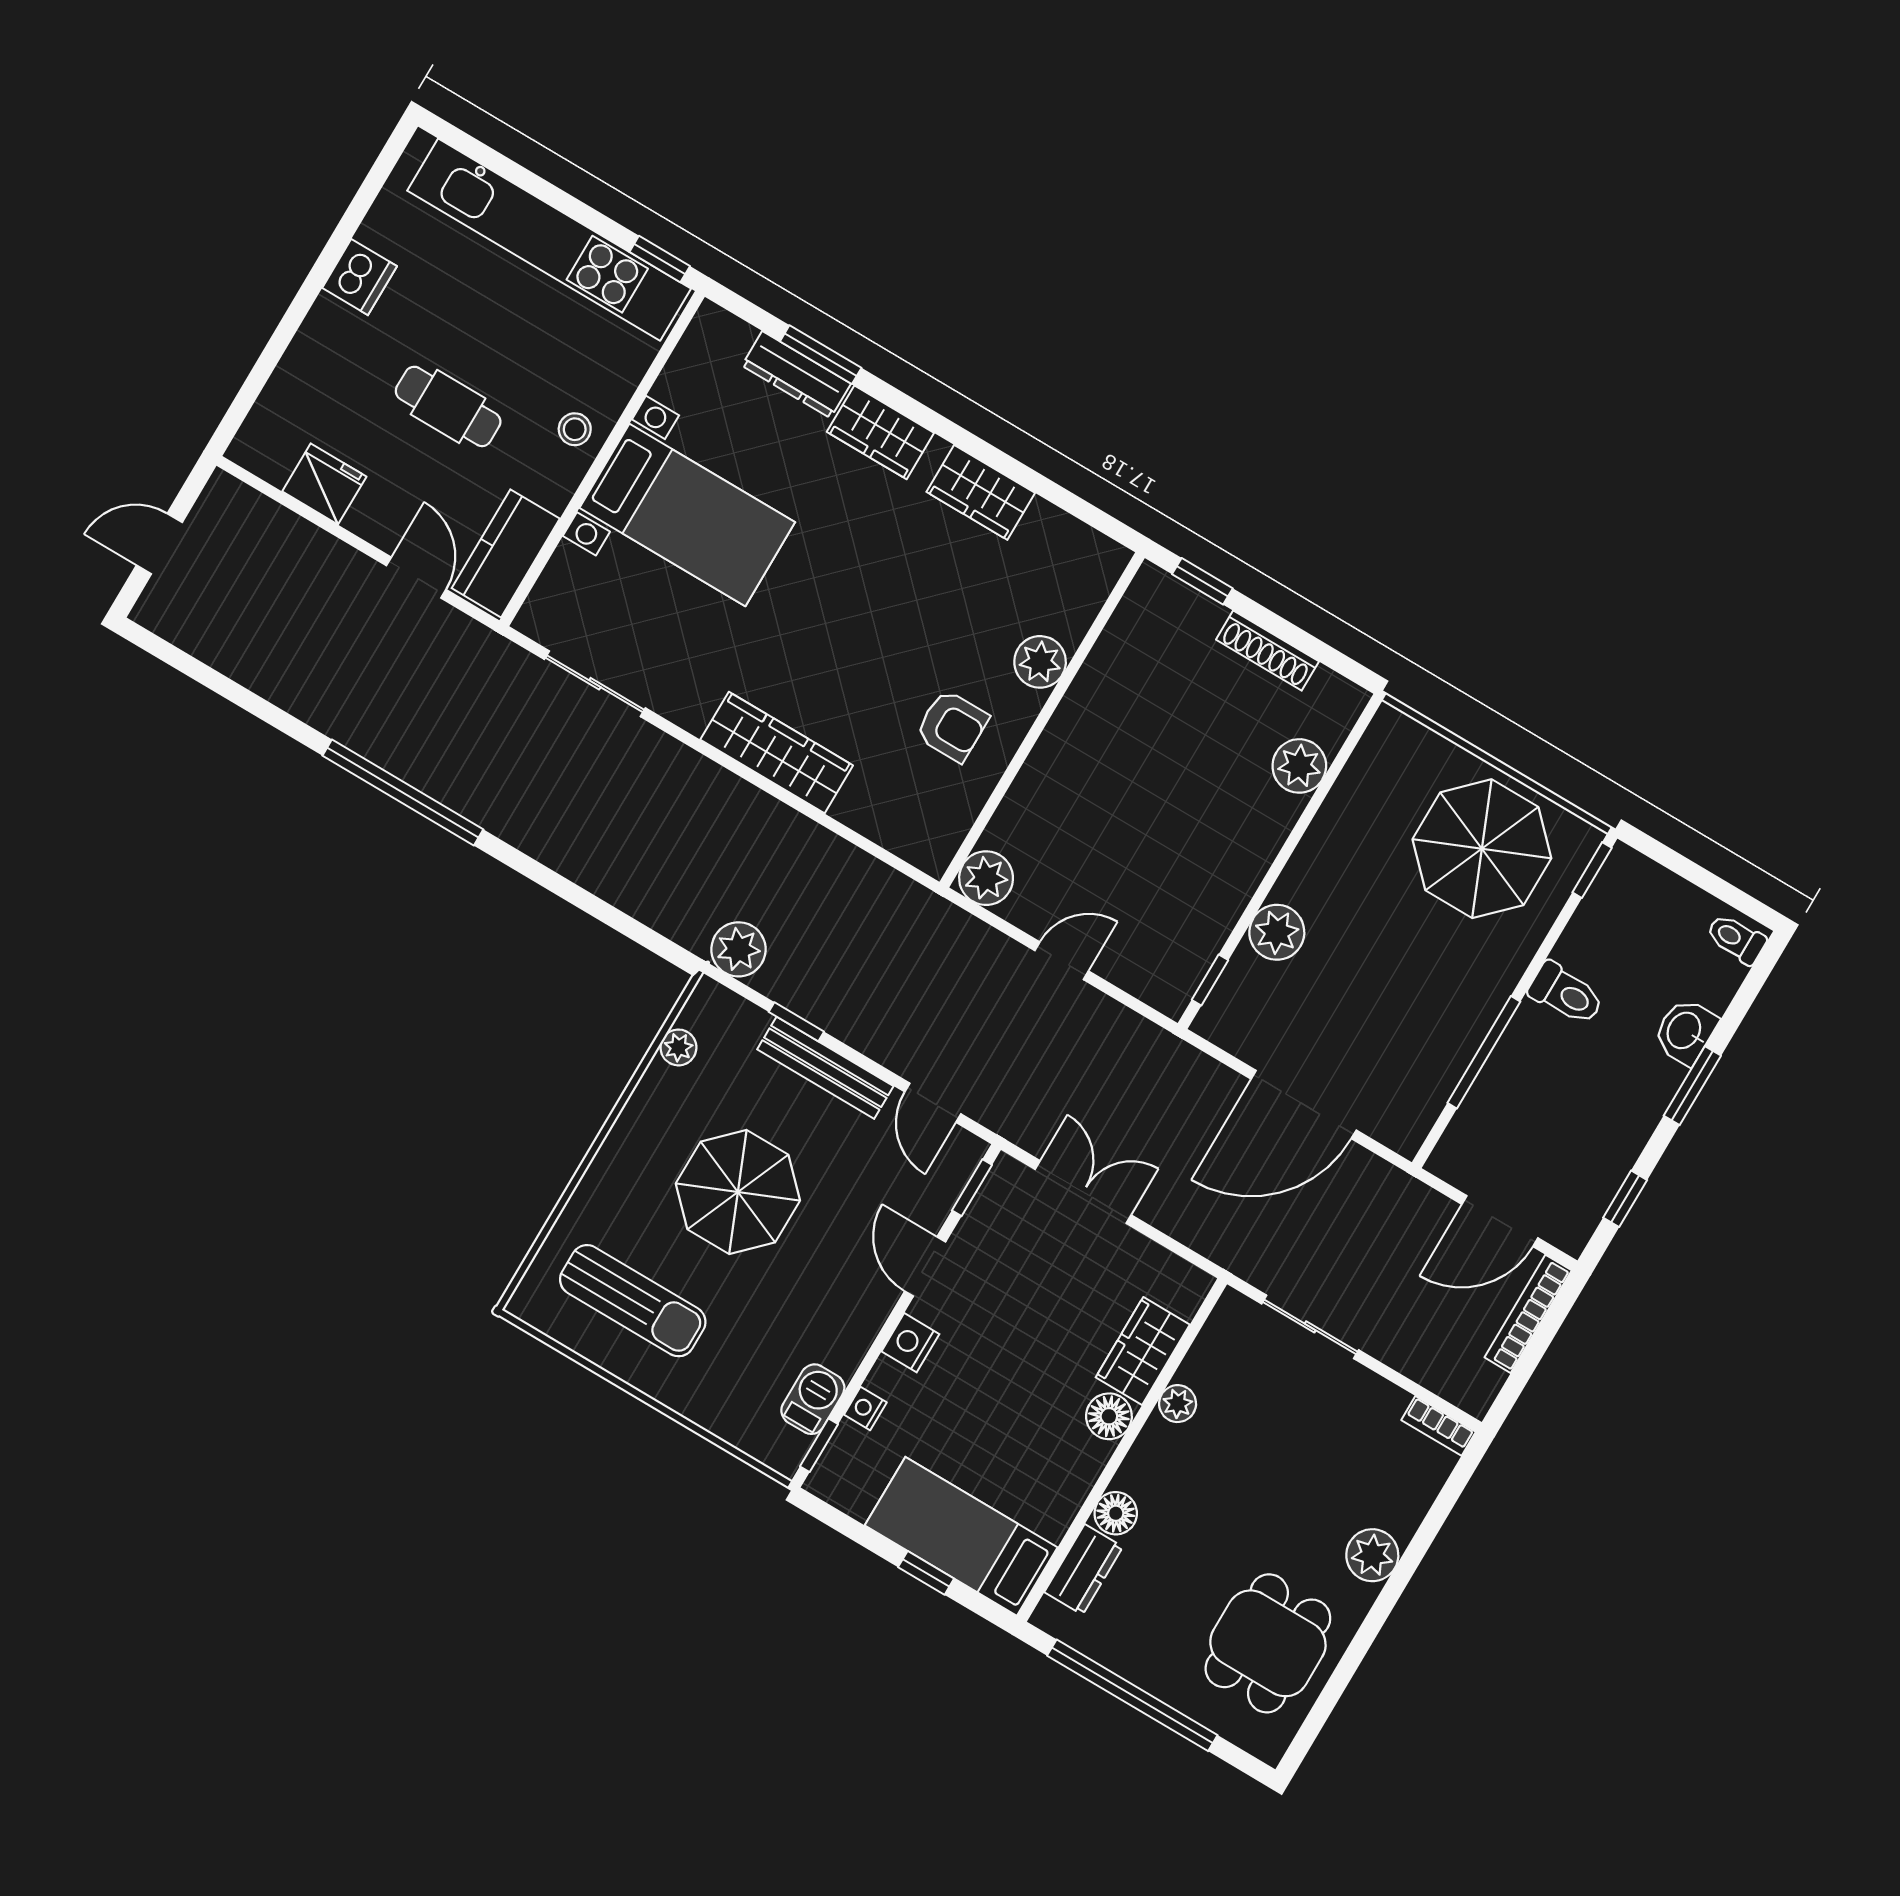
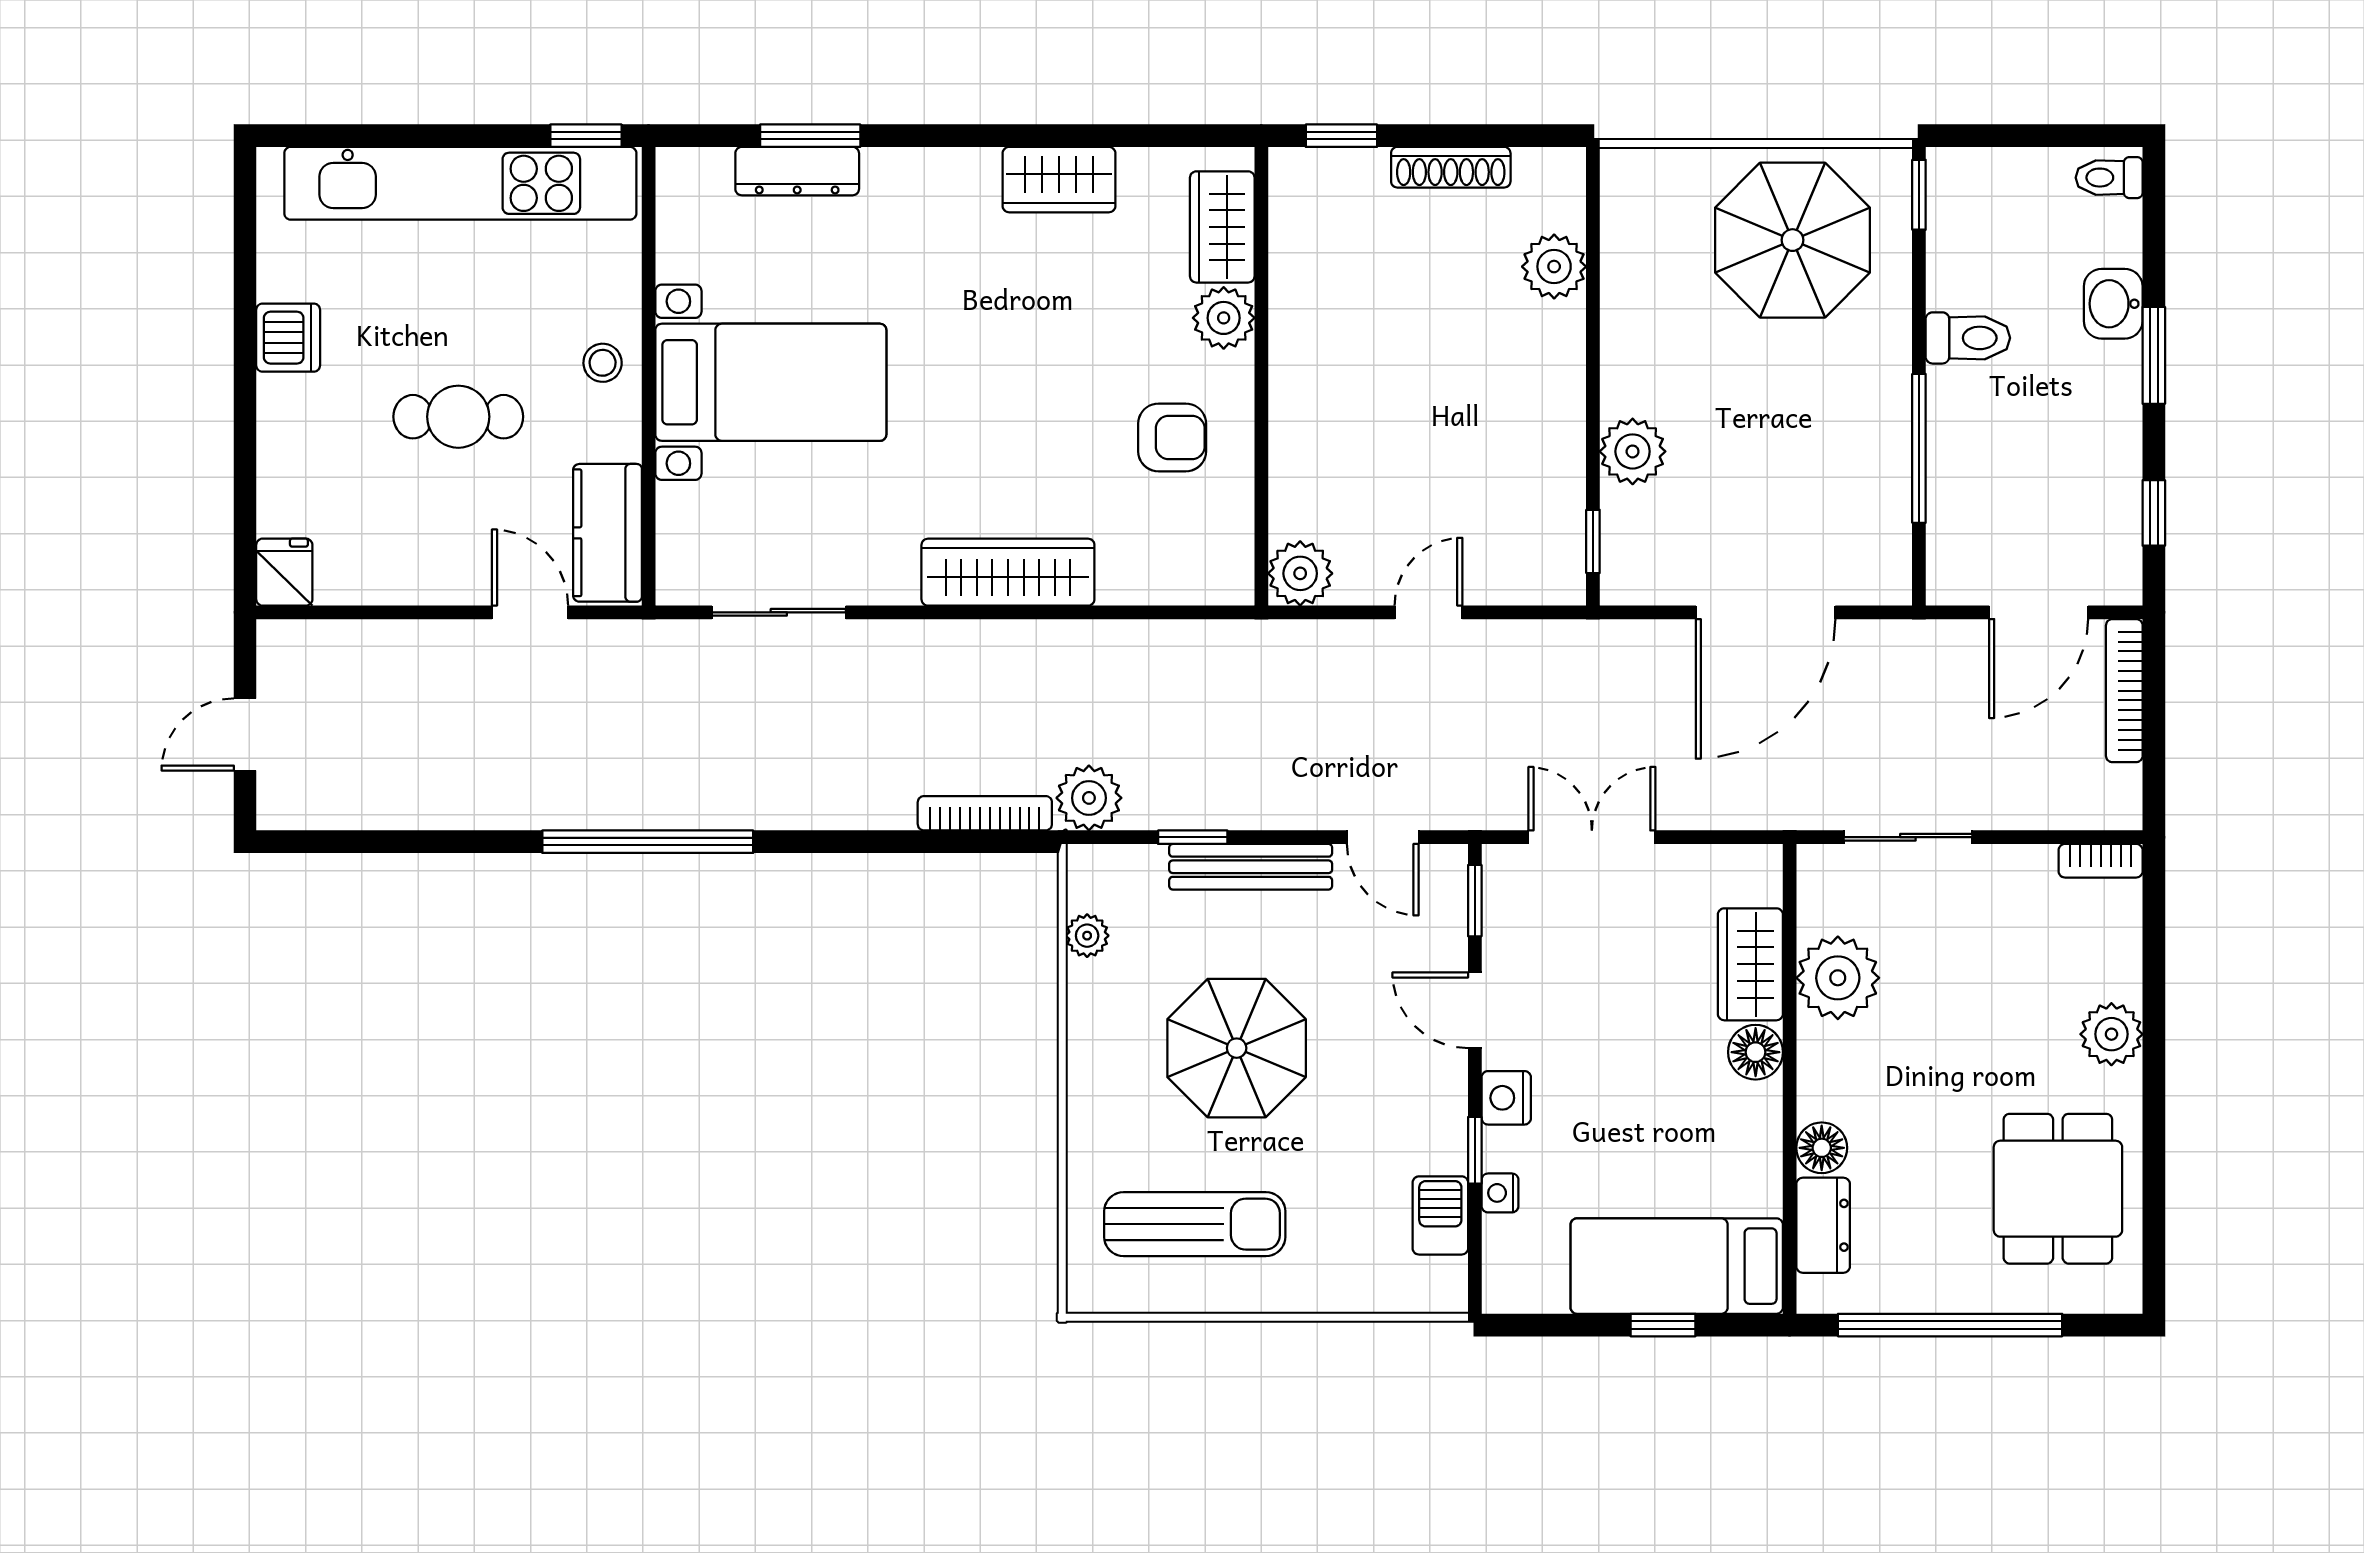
wardrobe: (880, 432) -> (1222, 227), moved, turned 90
fridge: (324, 484) -> (284, 572), moved, width x0.72
bookcase: (657, 916) -> (985, 813), added
plant: (1178, 1404) -> (1838, 978), width x1.87, depth x1.87
window: (819, 1445) -> (1475, 1150), moved

